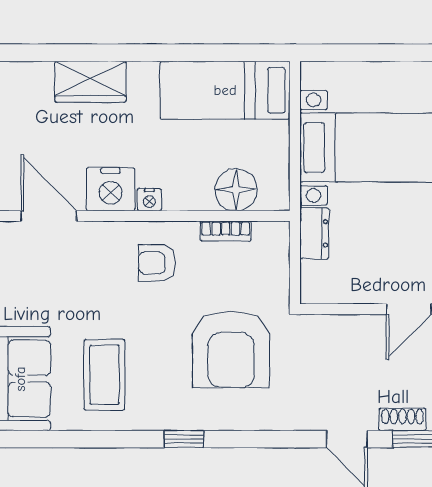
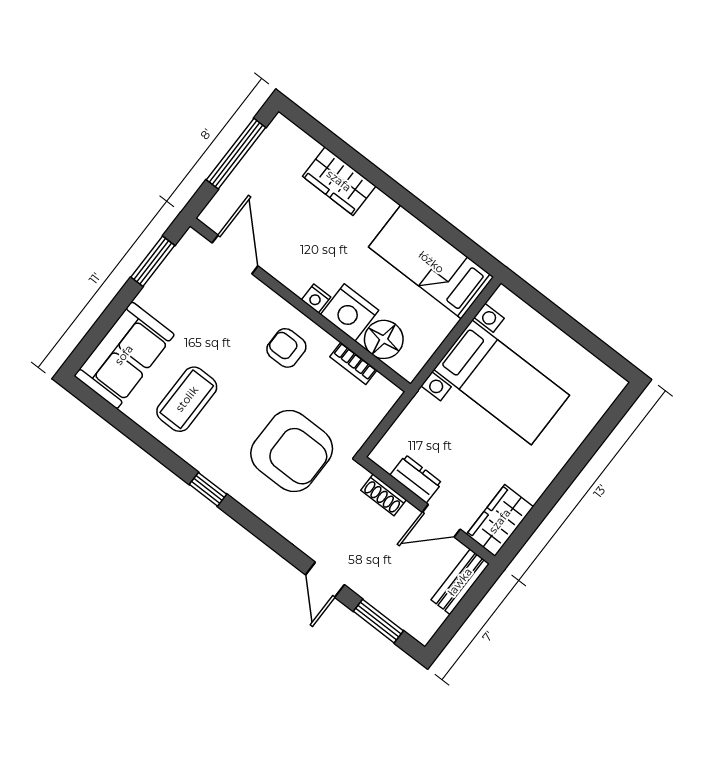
nightstand: (111, 189) -> (350, 312), moved
dresser: (314, 233) -> (416, 479), moved, turned -90
armchair: (231, 349) -> (292, 451), turned -90
shoe rack: (402, 419) -> (384, 495), moved, turned 180

